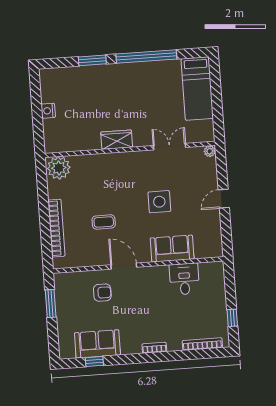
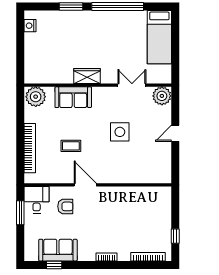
nightstand: (48, 111) -> (30, 26), moved
plant: (210, 151) -> (162, 96), width x1.88, depth x1.88
sofa: (172, 249) -> (73, 97), moved, turned 180
desk: (184, 279) -> (37, 200), moved

